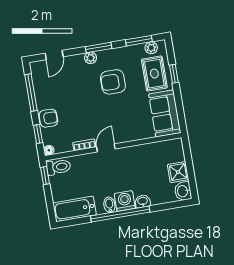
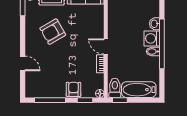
window: (98, 48) -> (23, 39), removed
door: (54, 55) -> (23, 63), moved
plant: (91, 58) -> (30, 47), removed
armchair: (113, 82) -> (53, 32), turned 60
bathtub: (75, 209) -> (139, 90), moved, turned 90

